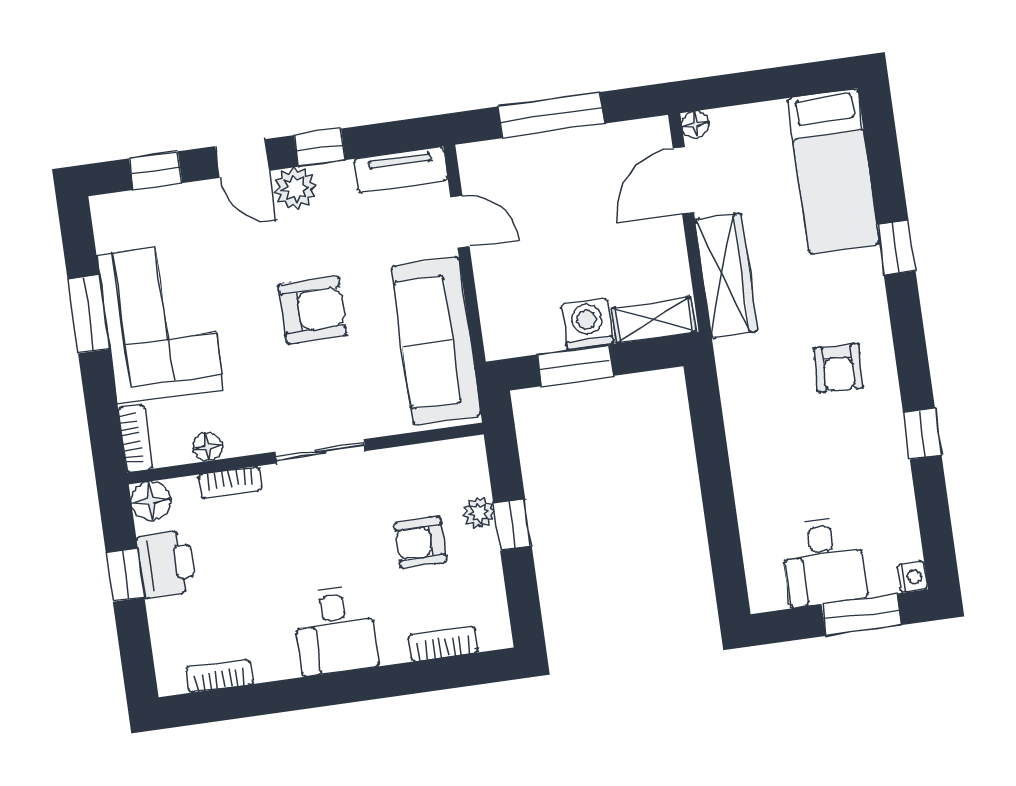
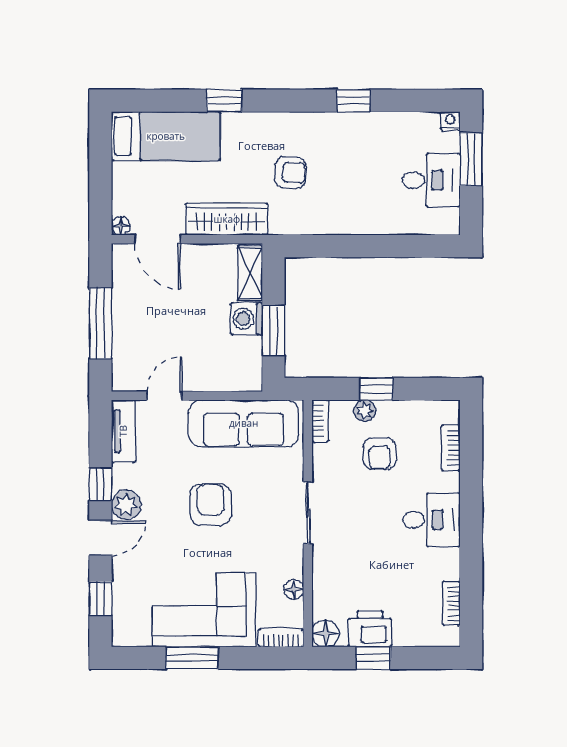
armchair: (838, 368) -> (290, 173), moved
bookcase: (230, 482) -> (320, 421), moved

